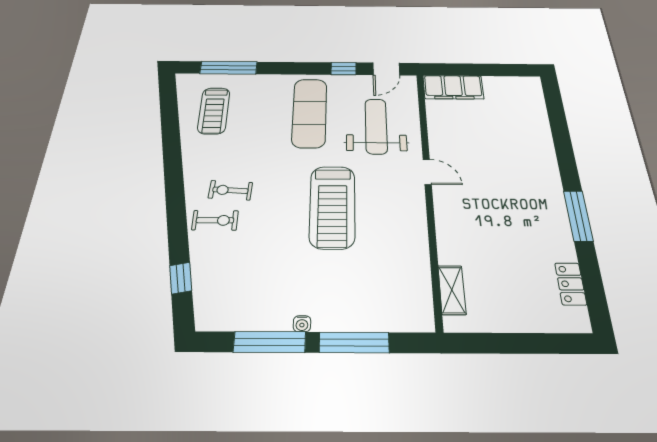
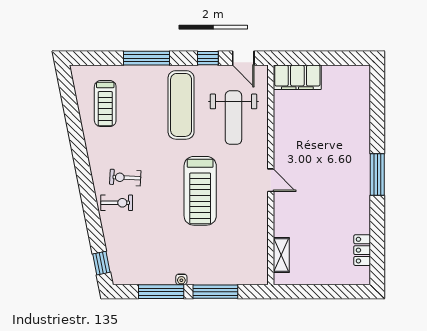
window: (229, 68) -> (146, 58), moved
door: (386, 69) -> (243, 58), hinge flipped
weight bench: (376, 126) -> (233, 118), turned 180
door: (427, 172) -> (271, 180), moved
window: (578, 216) -> (377, 175), moved
window: (181, 278) -> (101, 263), moved

